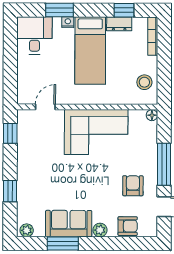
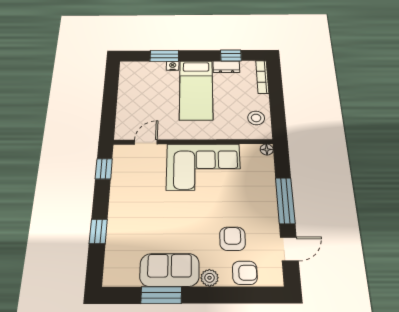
desk: (34, 36) -> (137, 77), removed
armchair: (133, 186) -> (232, 239), moved
plant: (27, 230) -> (115, 279), removed

